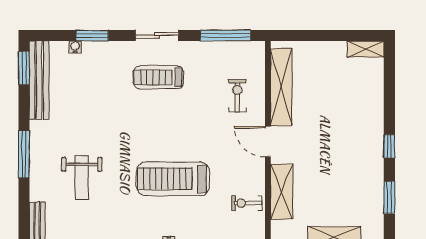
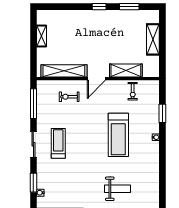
shelving: (366, 49) -> (42, 36), moved
treadmill: (158, 77) -> (58, 143), turned 180

